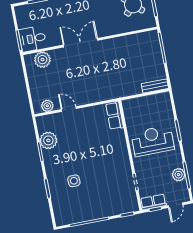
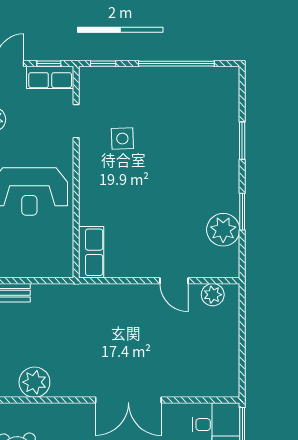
plant: (42, 60) -> (34, 382), moved
side table: (74, 181) -> (122, 139), moved

